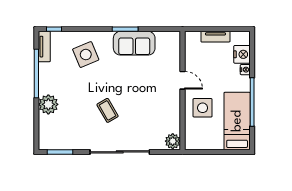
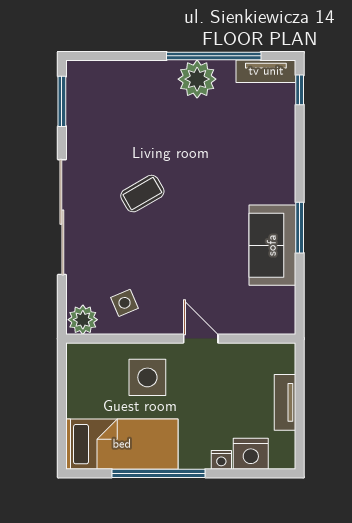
side table: (86, 55) -> (125, 303), moved, width x0.54, depth x0.54
door: (182, 80) -> (201, 339), swing flipped
plant: (48, 104) -> (197, 79), moved

